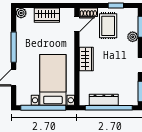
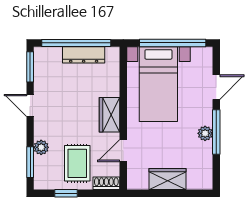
plant: (21, 13) -> (205, 133), moved
door: (77, 24) -> (123, 151), moved

